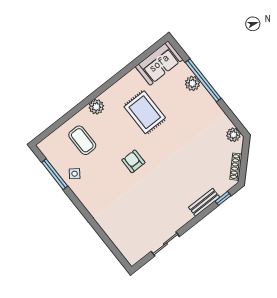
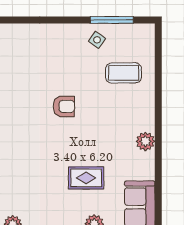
plant: (96, 107) -> (145, 141), moved
rug: (145, 112) -> (86, 178), moved, width x0.73, depth x0.70

